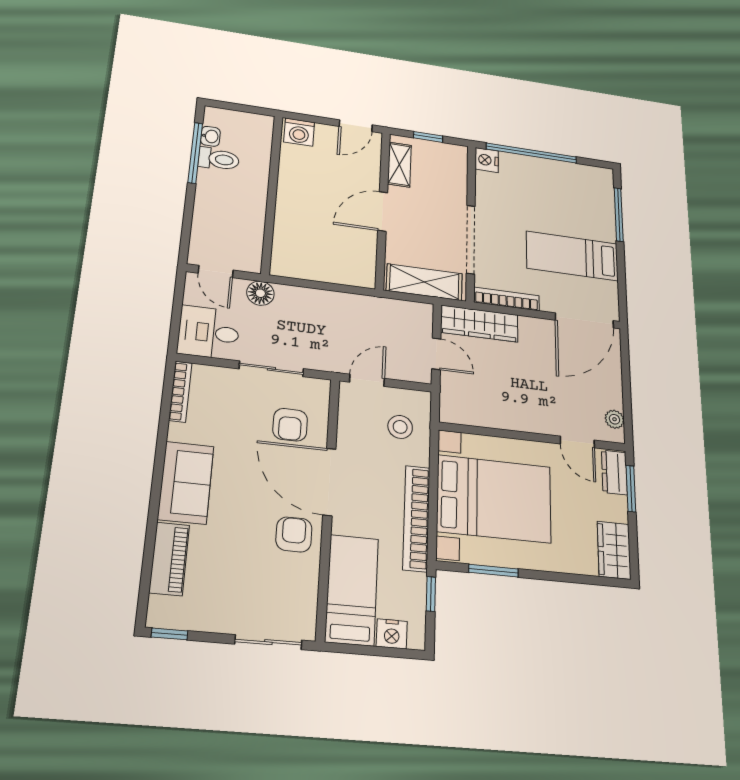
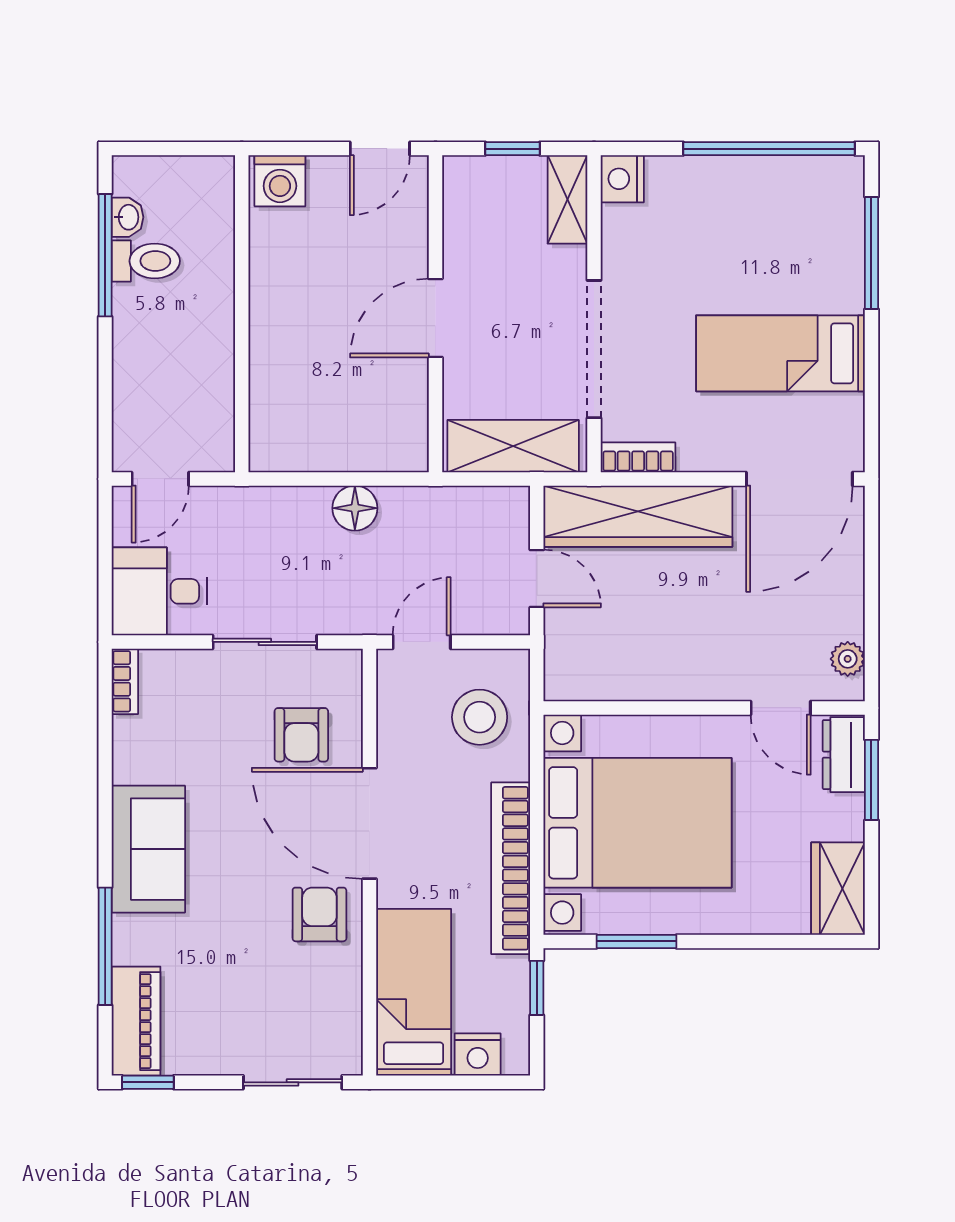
window: (531, 153) -> (769, 149), moved
shelving: (399, 165) -> (568, 199), moved
door: (216, 272) -> (160, 479), hinge flipped
floor lamp: (260, 293) -> (355, 508), moved
bookcase: (507, 299) -> (638, 457), width x0.64
wardrobe: (479, 324) -> (638, 516), width x1.40, depth x1.17
bookcase: (180, 392) -> (125, 681), width x0.64
stool: (400, 427) -> (480, 717), width x1.38, depth x1.38
window: (150, 541) -> (105, 946), added
piano: (169, 559) -> (136, 1021), moved

